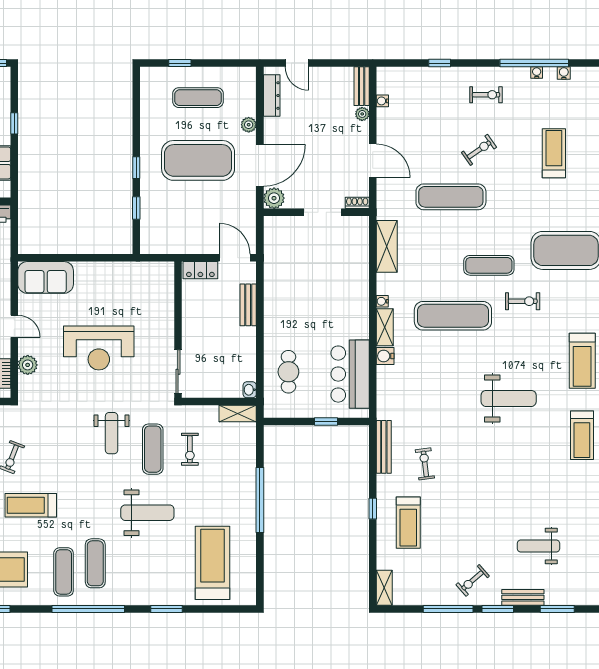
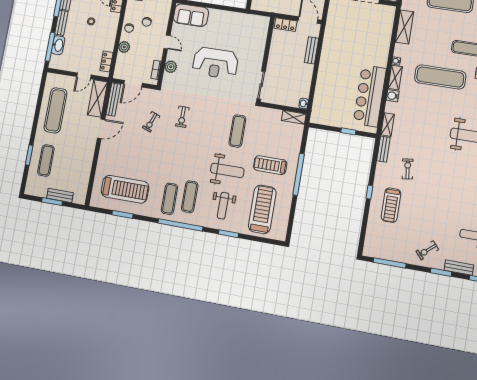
cafe table: (288, 372) -> (330, 96), removed
bar counter: (350, 374) -> (370, 96), width x1.36
weight bench: (112, 433) -> (223, 206), moved
bench: (384, 447) -> (383, 149), width x0.73
exercise bike: (190, 449) -> (182, 117), moved
treadmill: (31, 505) -> (270, 165), moved
shelving: (384, 588) -> (388, 125), moved
window: (448, 609) -> (390, 263), moved

